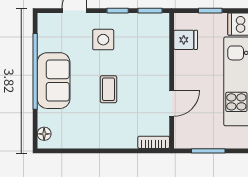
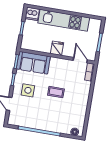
fridge: (186, 40) -> (57, 48), moved
sofa: (54, 81) -> (33, 63), moved, turned 180
door: (172, 103) -> (80, 60), moved

